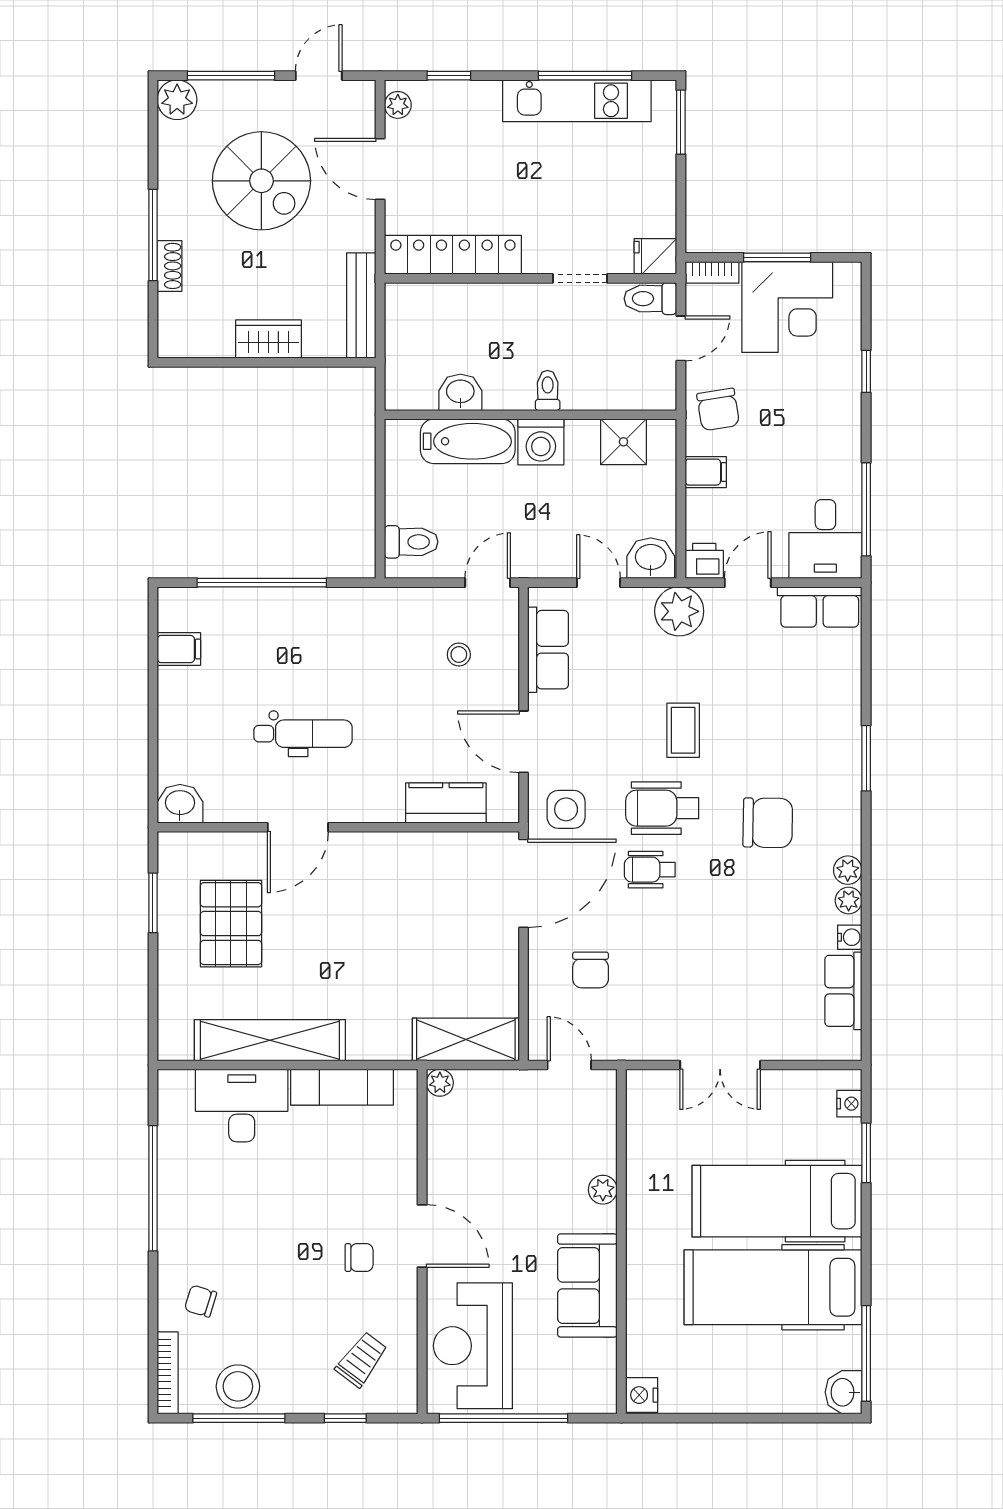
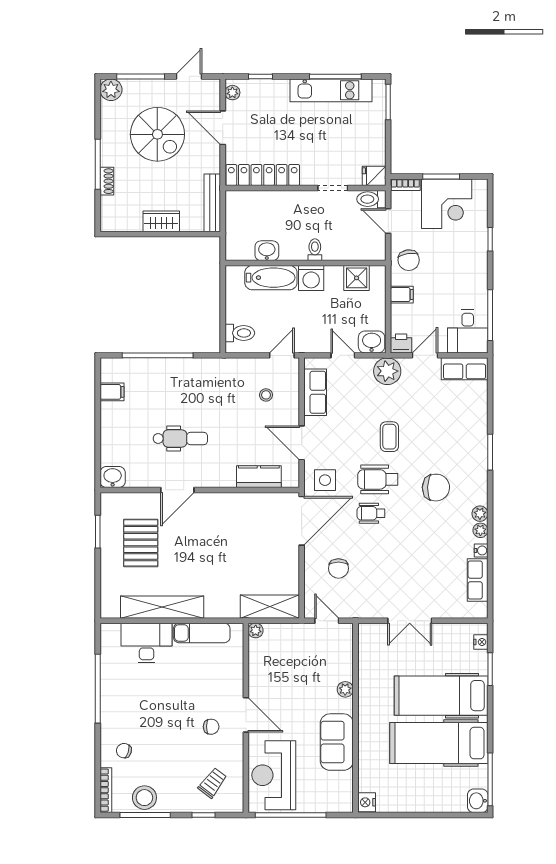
door: (681, 338) -> (388, 221), swing flipped

